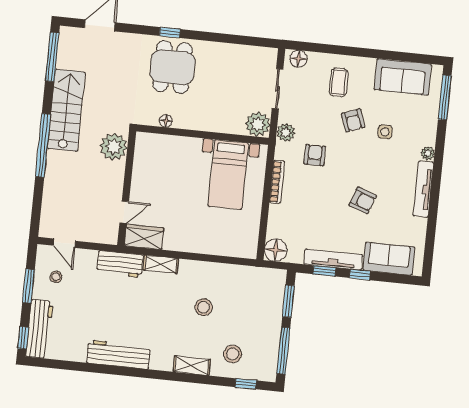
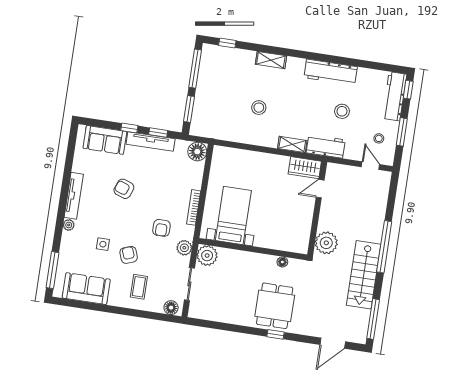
stool: (233, 354) -> (342, 111), moved

